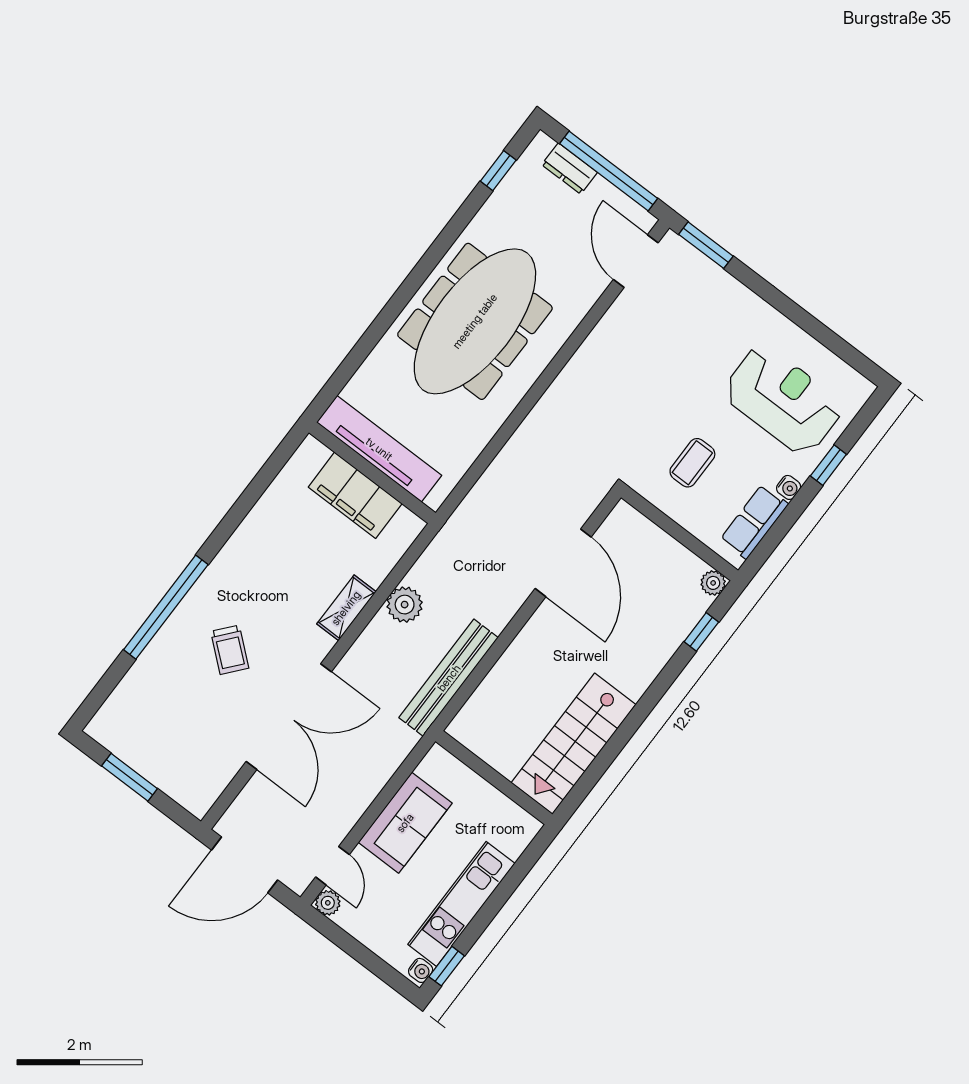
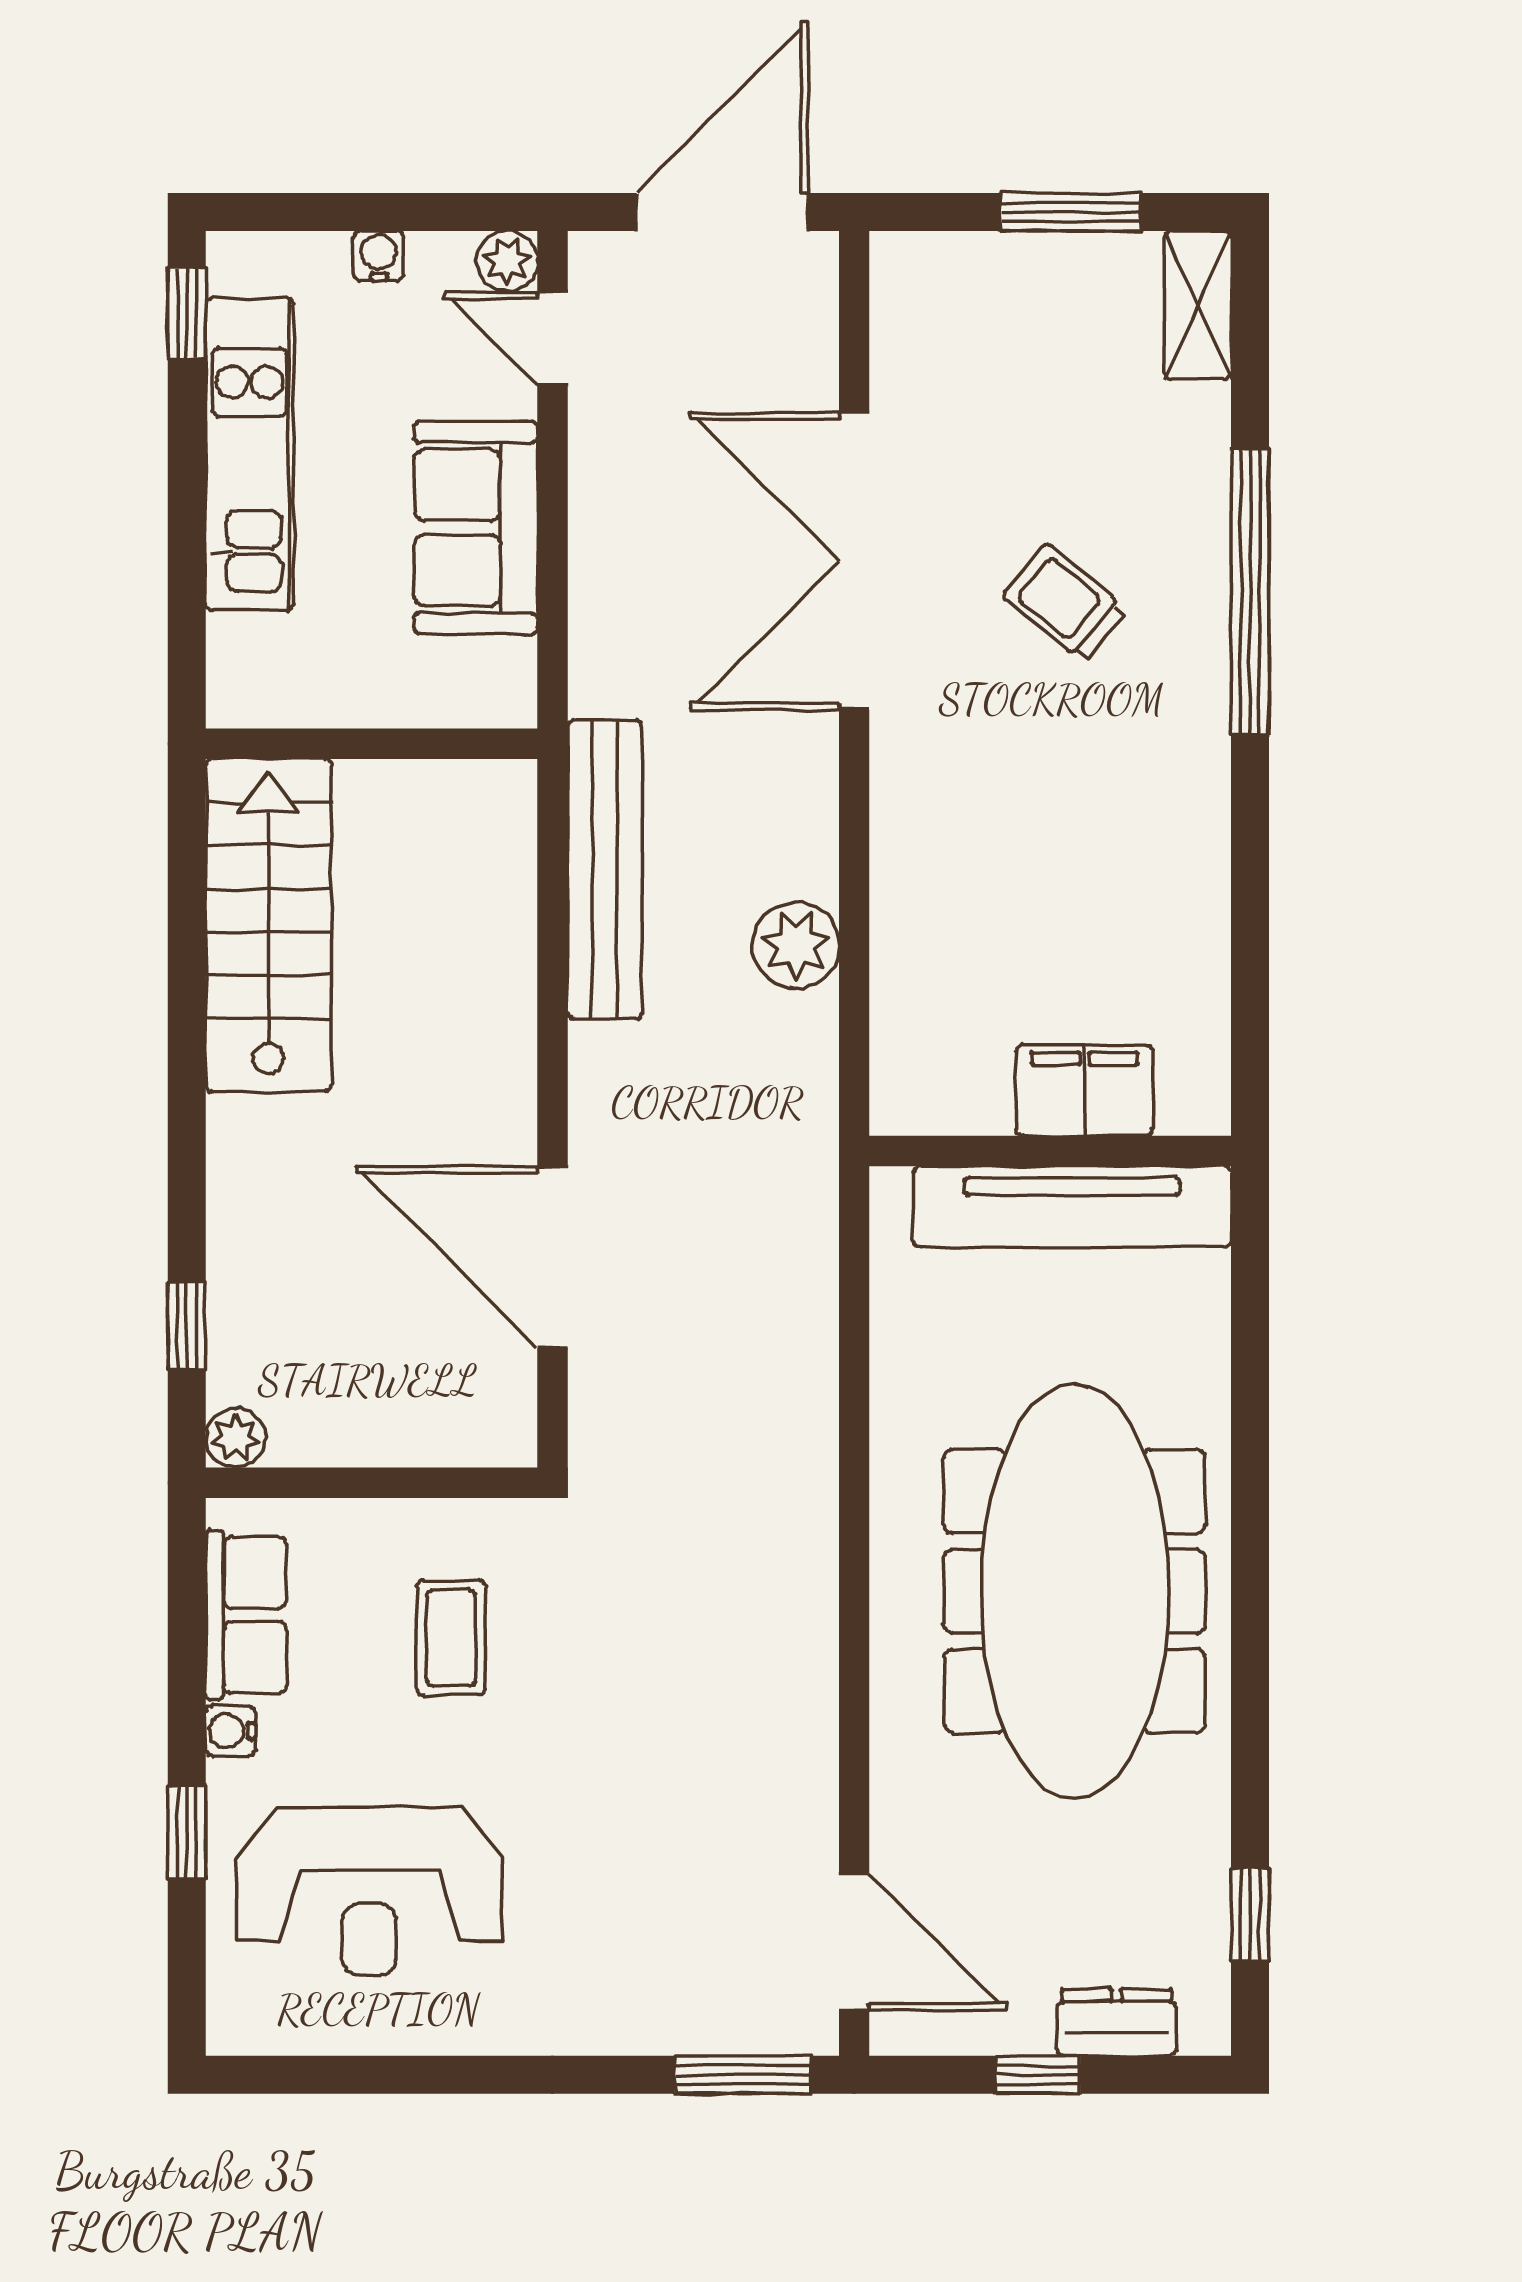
window: (609, 171) -> (1038, 2075), width x0.32
filing cabinet: (355, 495) -> (1084, 1090), width x0.67, depth x0.86
shelving: (346, 608) -> (1198, 305), moved
water cooler: (421, 970) -> (379, 256), moved, turned 90

